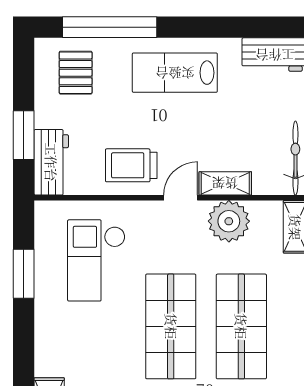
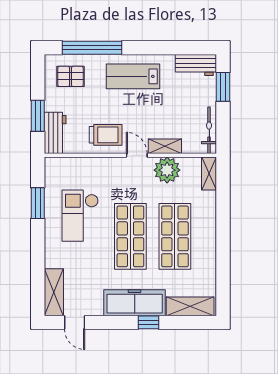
pallet: (76, 73) -> (71, 76), turned 90
trolley: (131, 165) -> (106, 135), turned 180
door: (181, 198) -> (137, 155), hinge flipped
checkout: (96, 260) -> (80, 216), moved

